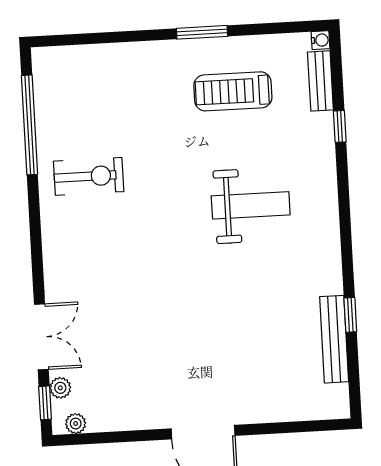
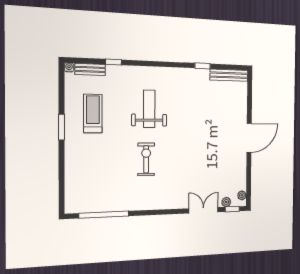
treadmill: (233, 91) -> (93, 114), turned 180
exercise bike: (89, 176) -> (146, 159), moved
bench: (334, 339) -> (229, 75), moved

